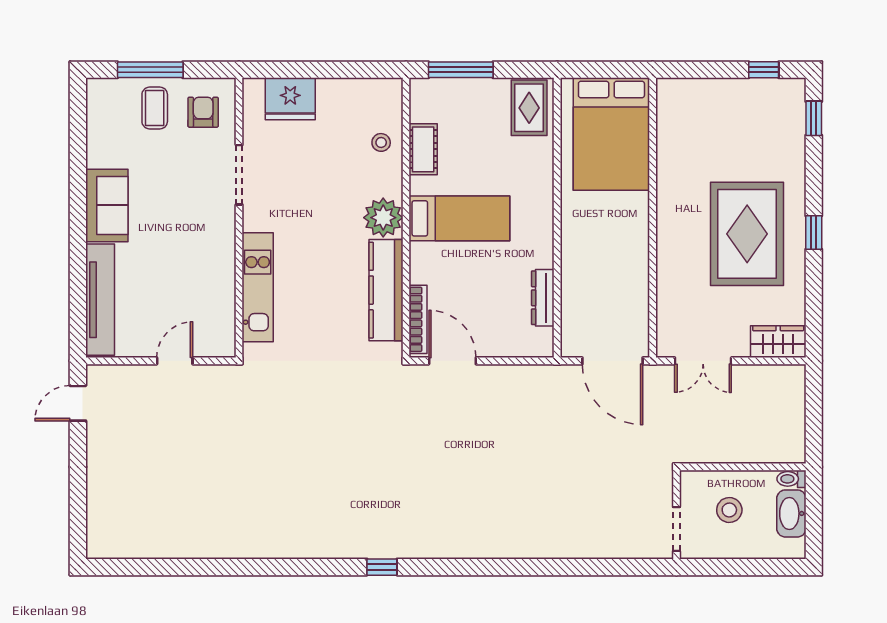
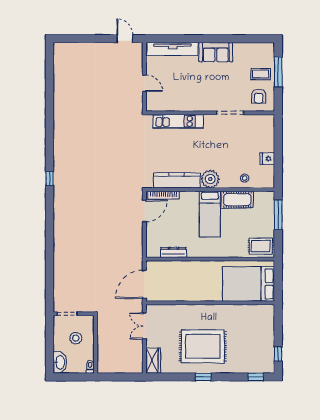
fridge: (290, 99) -> (267, 159), moved, width x0.53, depth x0.75
armchair: (203, 112) -> (259, 96), turned 90
cot: (423, 149) -> (237, 200), width x1.37, depth x1.34
washbasin: (791, 513) -> (60, 362), moved, turned 90

